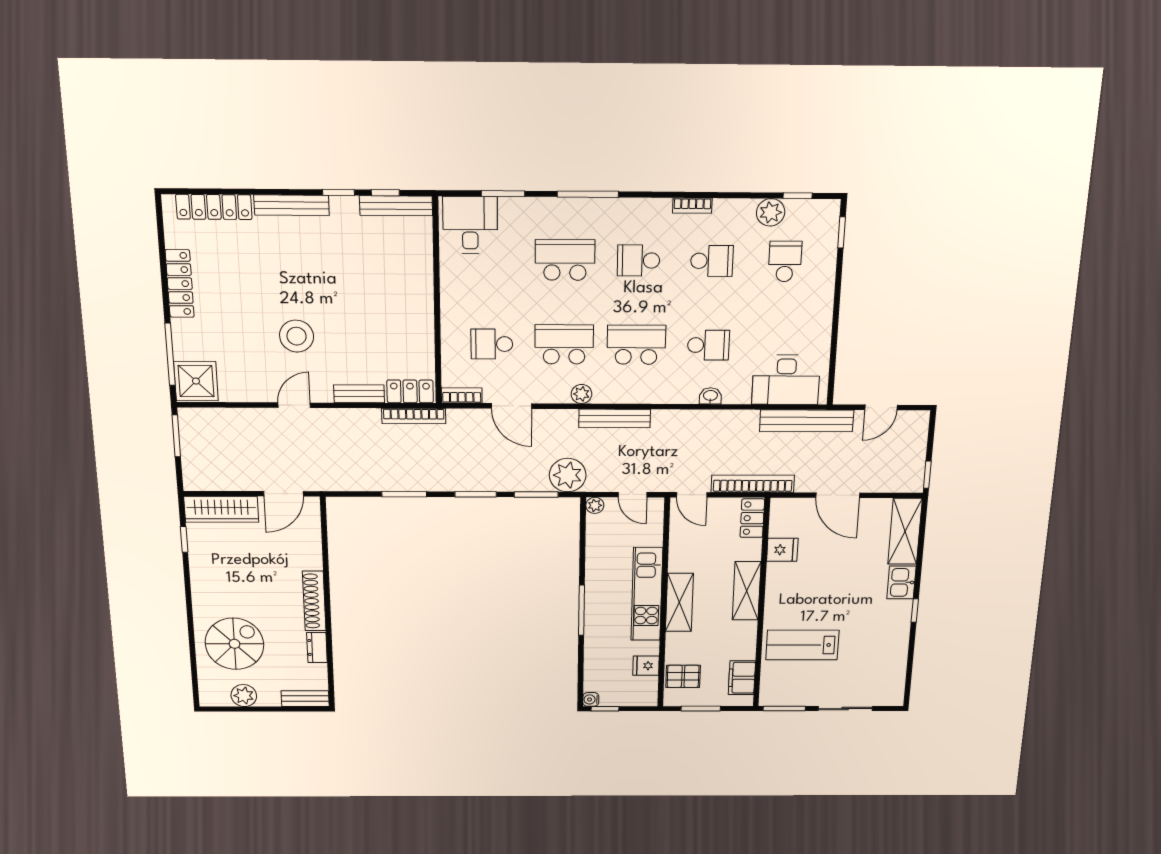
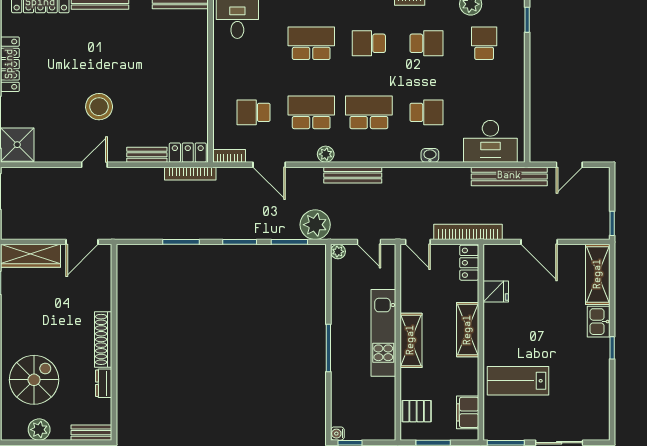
fridge: (646, 666) -> (384, 401), removed

